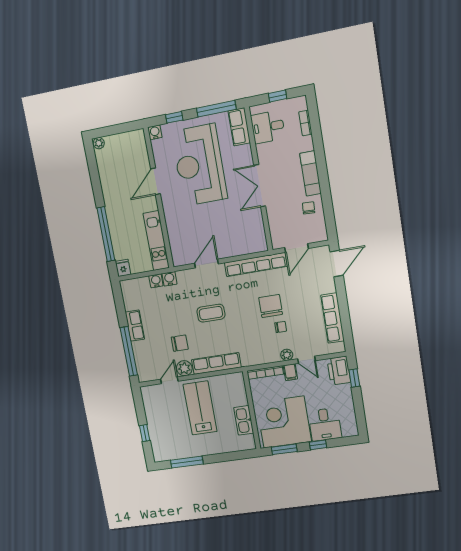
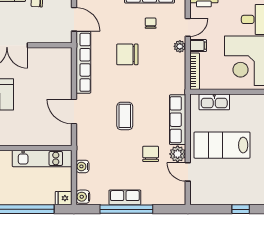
water cooler: (169, 279) -> (83, 197), moved
chair: (281, 327) -> (151, 23), moved
window: (129, 351) -> (126, 209), moved
kitchen sink: (244, 420) -> (214, 102), moved

